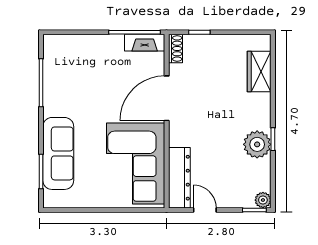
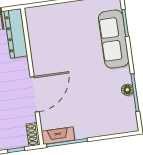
floor lamp: (50, 88) -> (127, 90), added
corner sofa: (136, 163) -> (52, 40), removed

